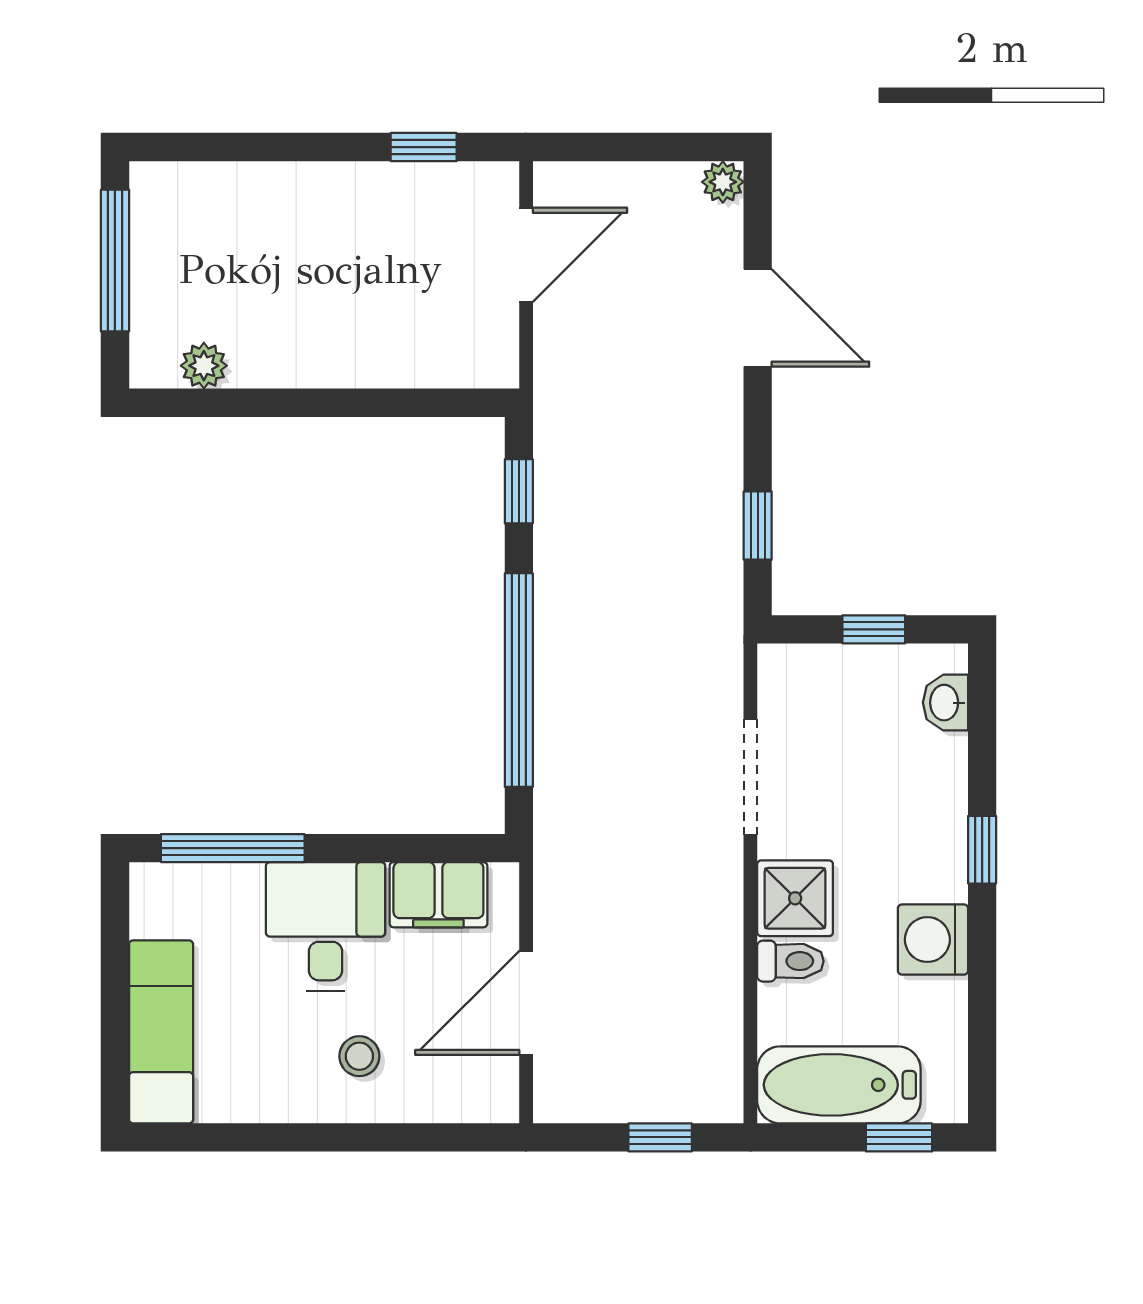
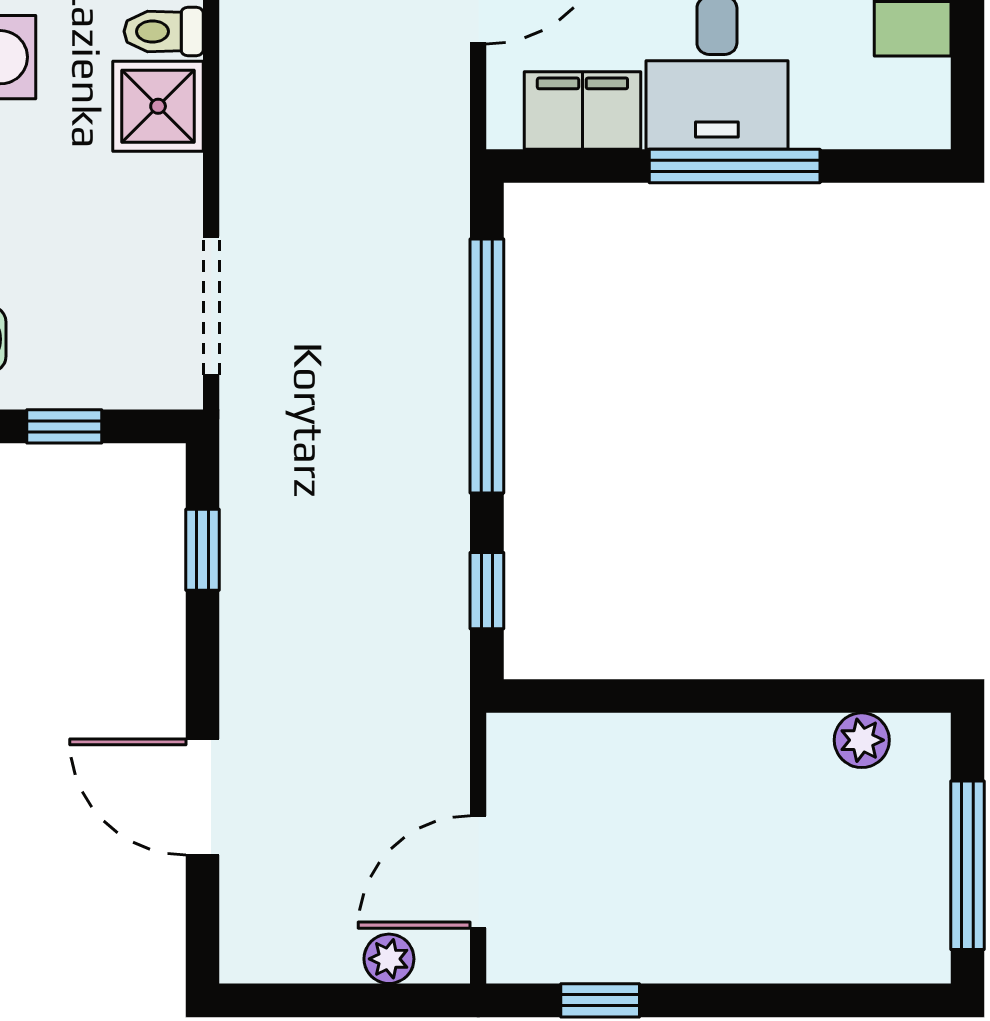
plant: (723, 182) -> (389, 959), moved
doorway: (750, 777) -> (211, 306), moved
window: (233, 848) -> (735, 166), moved

